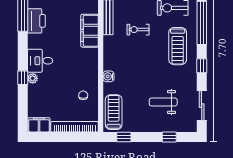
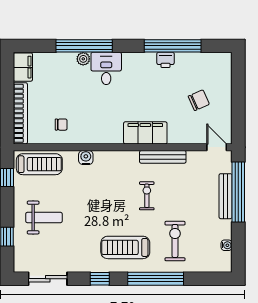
printer: (36, 21) -> (166, 60), width x0.53, depth x0.68
window: (23, 78) -> (84, 46), width x3.17
weight bench: (163, 102) -> (44, 217), moved, turned 90

